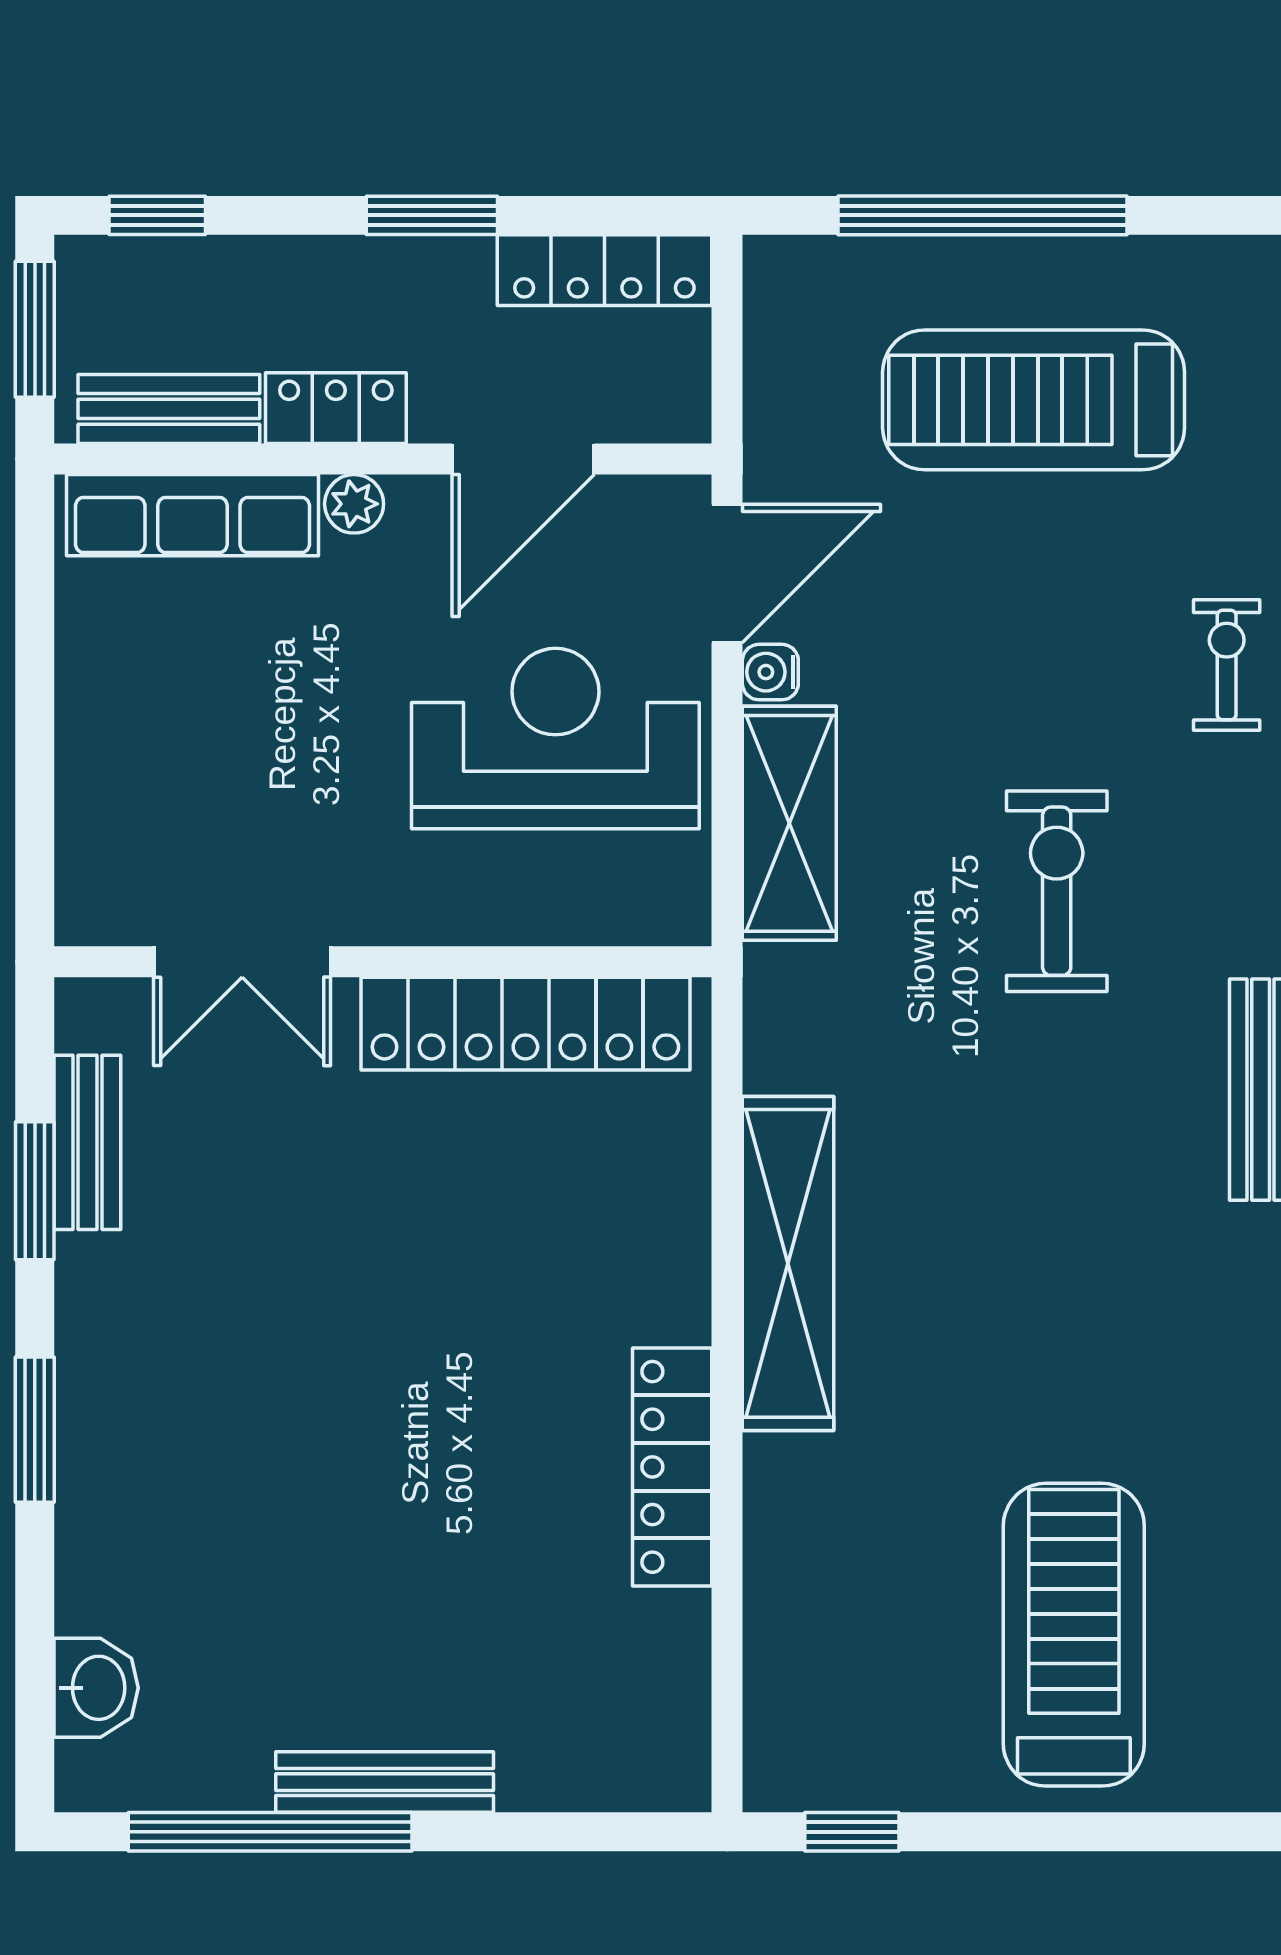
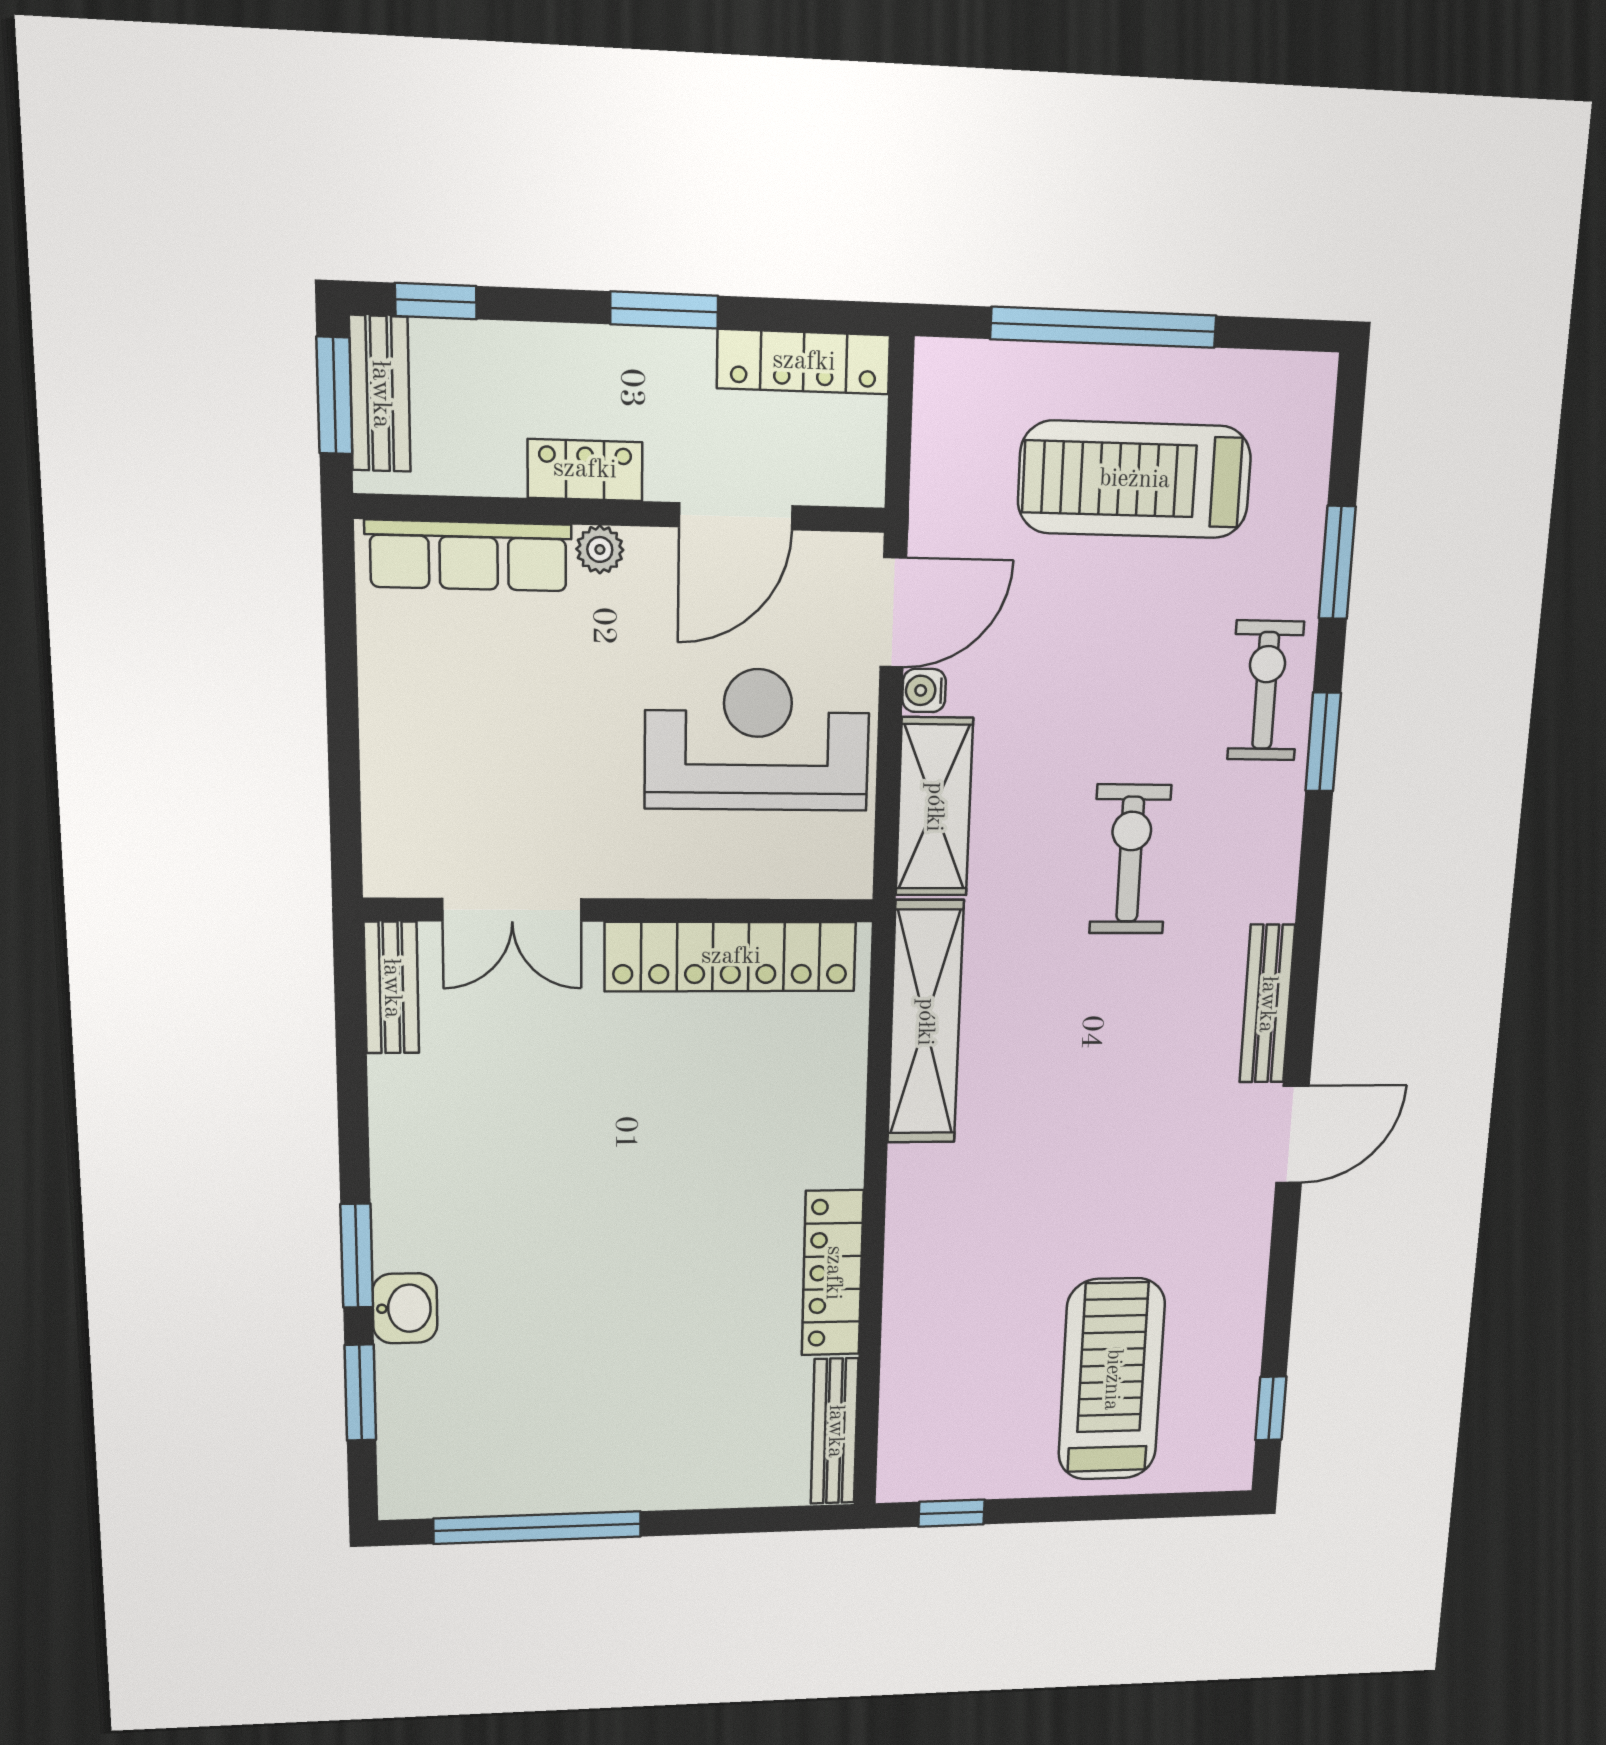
bench: (169, 409) -> (380, 394), moved, turned 90
exercise bike: (1227, 665) -> (1266, 691), width x1.38, depth x1.39
bench: (87, 1142) -> (391, 988), moved
window: (35, 1191) -> (360, 1393), moved
shelving: (788, 1263) -> (925, 1022), moved
washbasin: (96, 1688) -> (405, 1308), moved
bench: (385, 1782) -> (835, 1431), moved, turned 90

